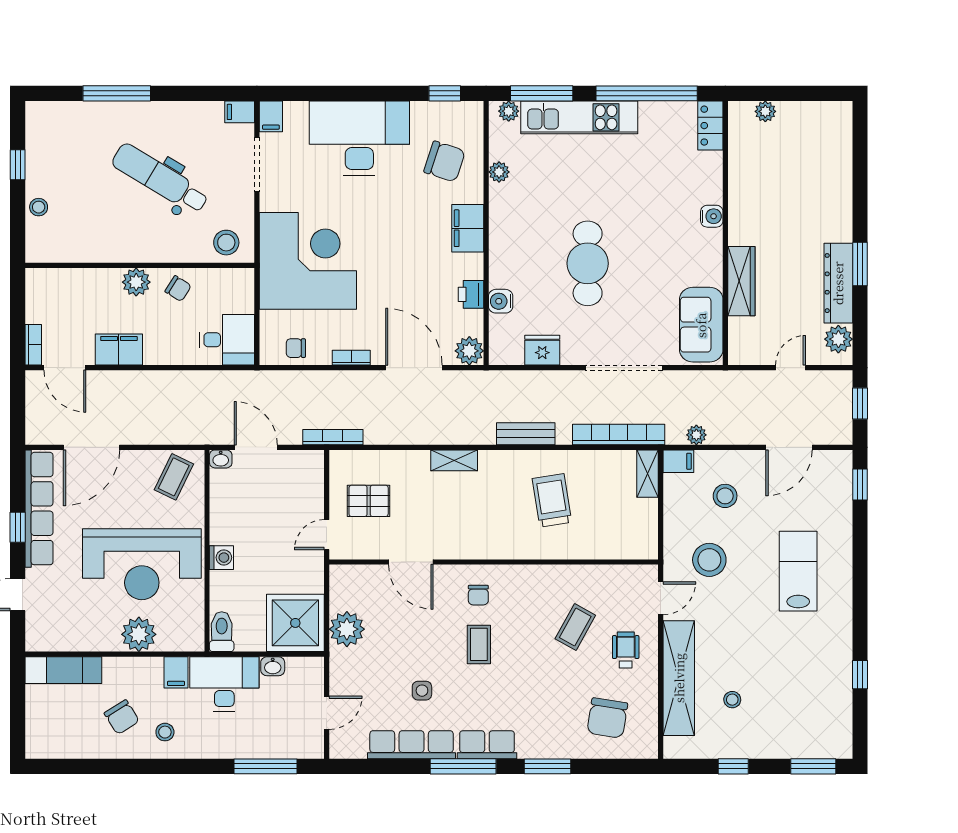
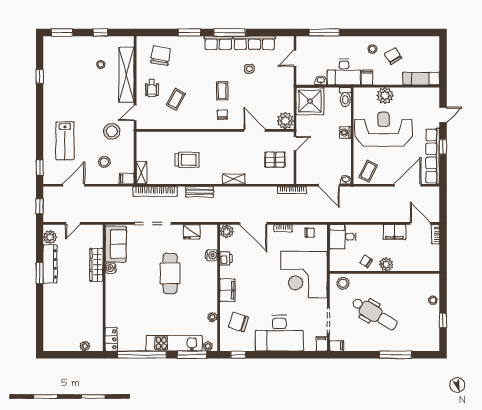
water cooler: (712, 216) -> (111, 268), moved
plant: (696, 435) -> (118, 191), removed
trolley: (552, 500) -> (187, 160), turned -81
lab bench: (798, 571) -> (65, 141), moved
plant: (347, 629) -> (285, 121), moved

